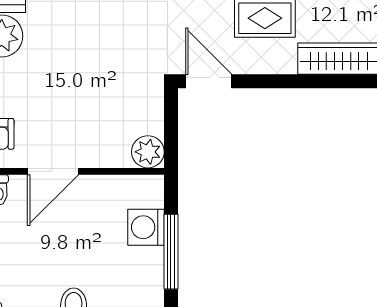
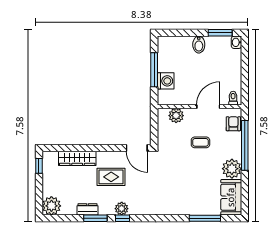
coffee table: (70, 93) -> (200, 142), added
plant: (148, 152) -> (176, 116), moved

